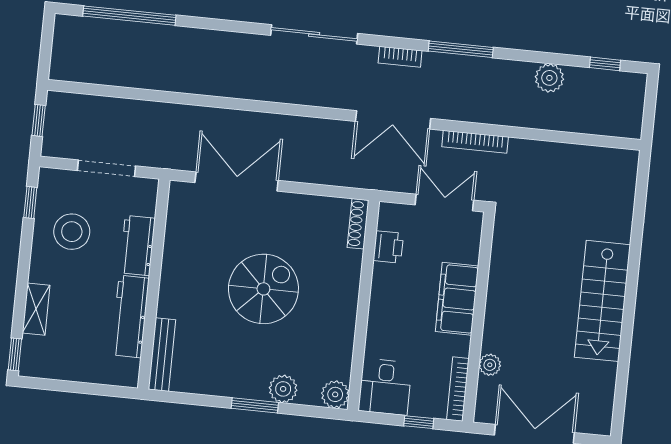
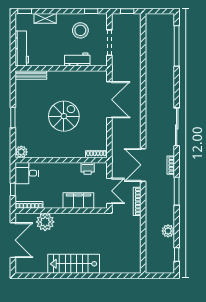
spiral stairs: (263, 289) -> (64, 116), turned -90
filing cabinet: (457, 299) -> (78, 201), moved
workbench: (130, 317) -> (22, 49), moved, turned 90
plant: (490, 365) -> (45, 222), width x1.88, depth x1.88
plant: (283, 389) -> (21, 129), removed

